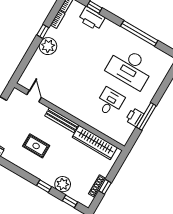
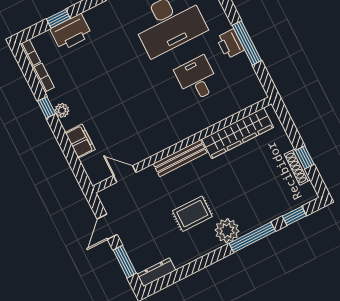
plant: (48, 46) -> (62, 110), width x0.53, depth x0.53
filing cabinet: (36, 61) -> (80, 141), added
printer: (135, 117) -> (230, 44), moved
plant: (63, 184) -> (227, 231), moved
window: (44, 186) -> (252, 237), width x2.17

